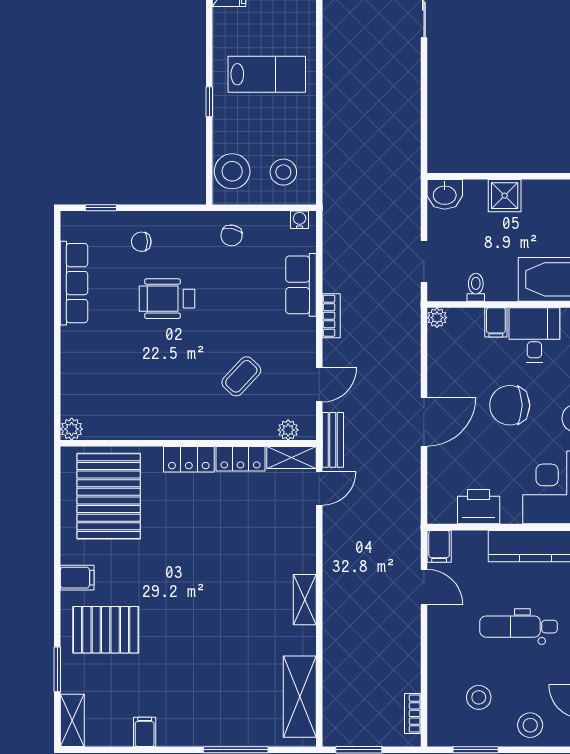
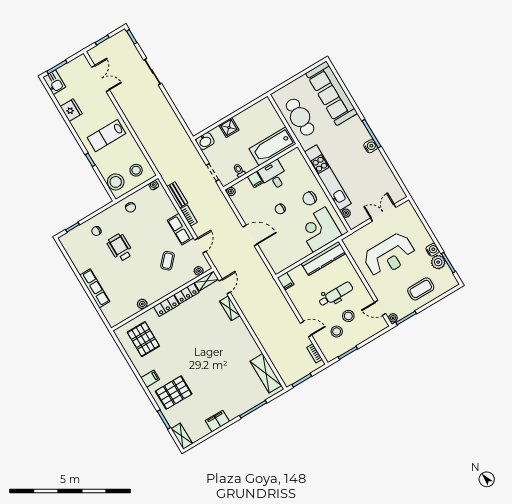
lab bench: (267, 74) -> (106, 136), turned 180
row of seats: (74, 283) -> (95, 288), moved
row of seats: (301, 285) -> (181, 229), moved
wheelchair: (167, 299) -> (120, 247), turned 90
chair: (510, 405) -> (280, 209), width x0.54, depth x0.54
door: (424, 422) -> (250, 236), hinge flipped
plant: (72, 429) -> (142, 304), moved
bench: (333, 440) -> (177, 195), moved
pallet: (109, 496) -> (143, 339), width x0.73, depth x0.71
printer: (479, 507) -> (292, 256), removed
door: (424, 587) -> (306, 329), moved
shelving: (305, 600) -> (230, 308), moved
dental chair: (519, 627) -> (336, 294), turned 180
stool: (530, 725) -> (348, 316), moved
filing cabinet: (145, 732) -> (217, 421), width x2.00

